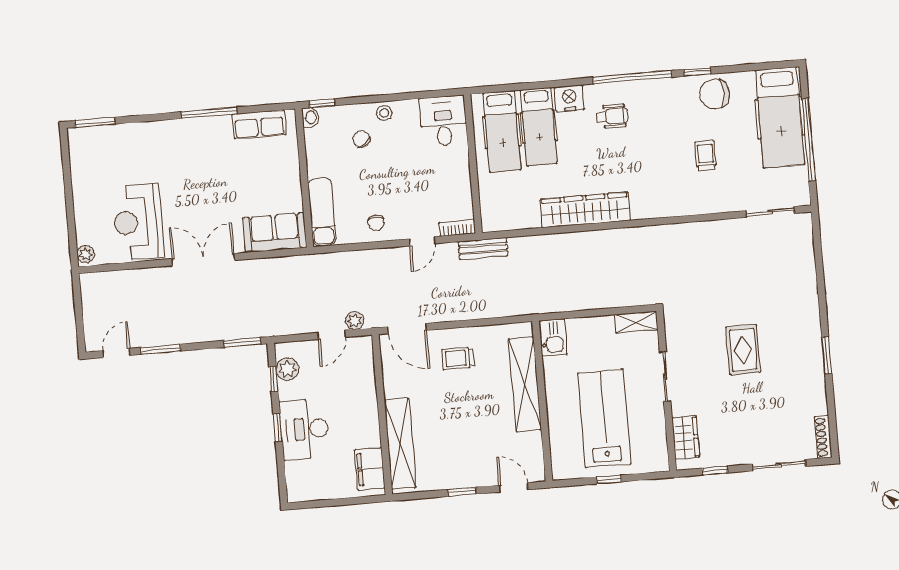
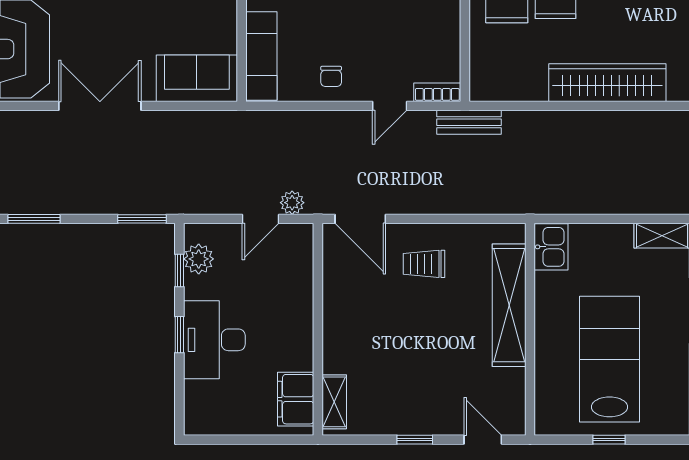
shelving: (400, 444) -> (334, 402), width x0.45, depth x0.75

